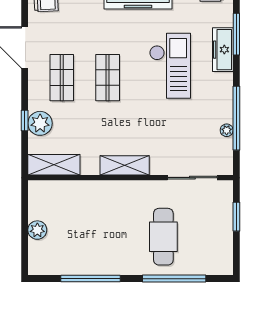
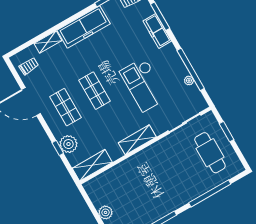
checkout: (170, 66) -> (144, 85), moved, turned 180
cafe table: (163, 237) -> (210, 153), moved

